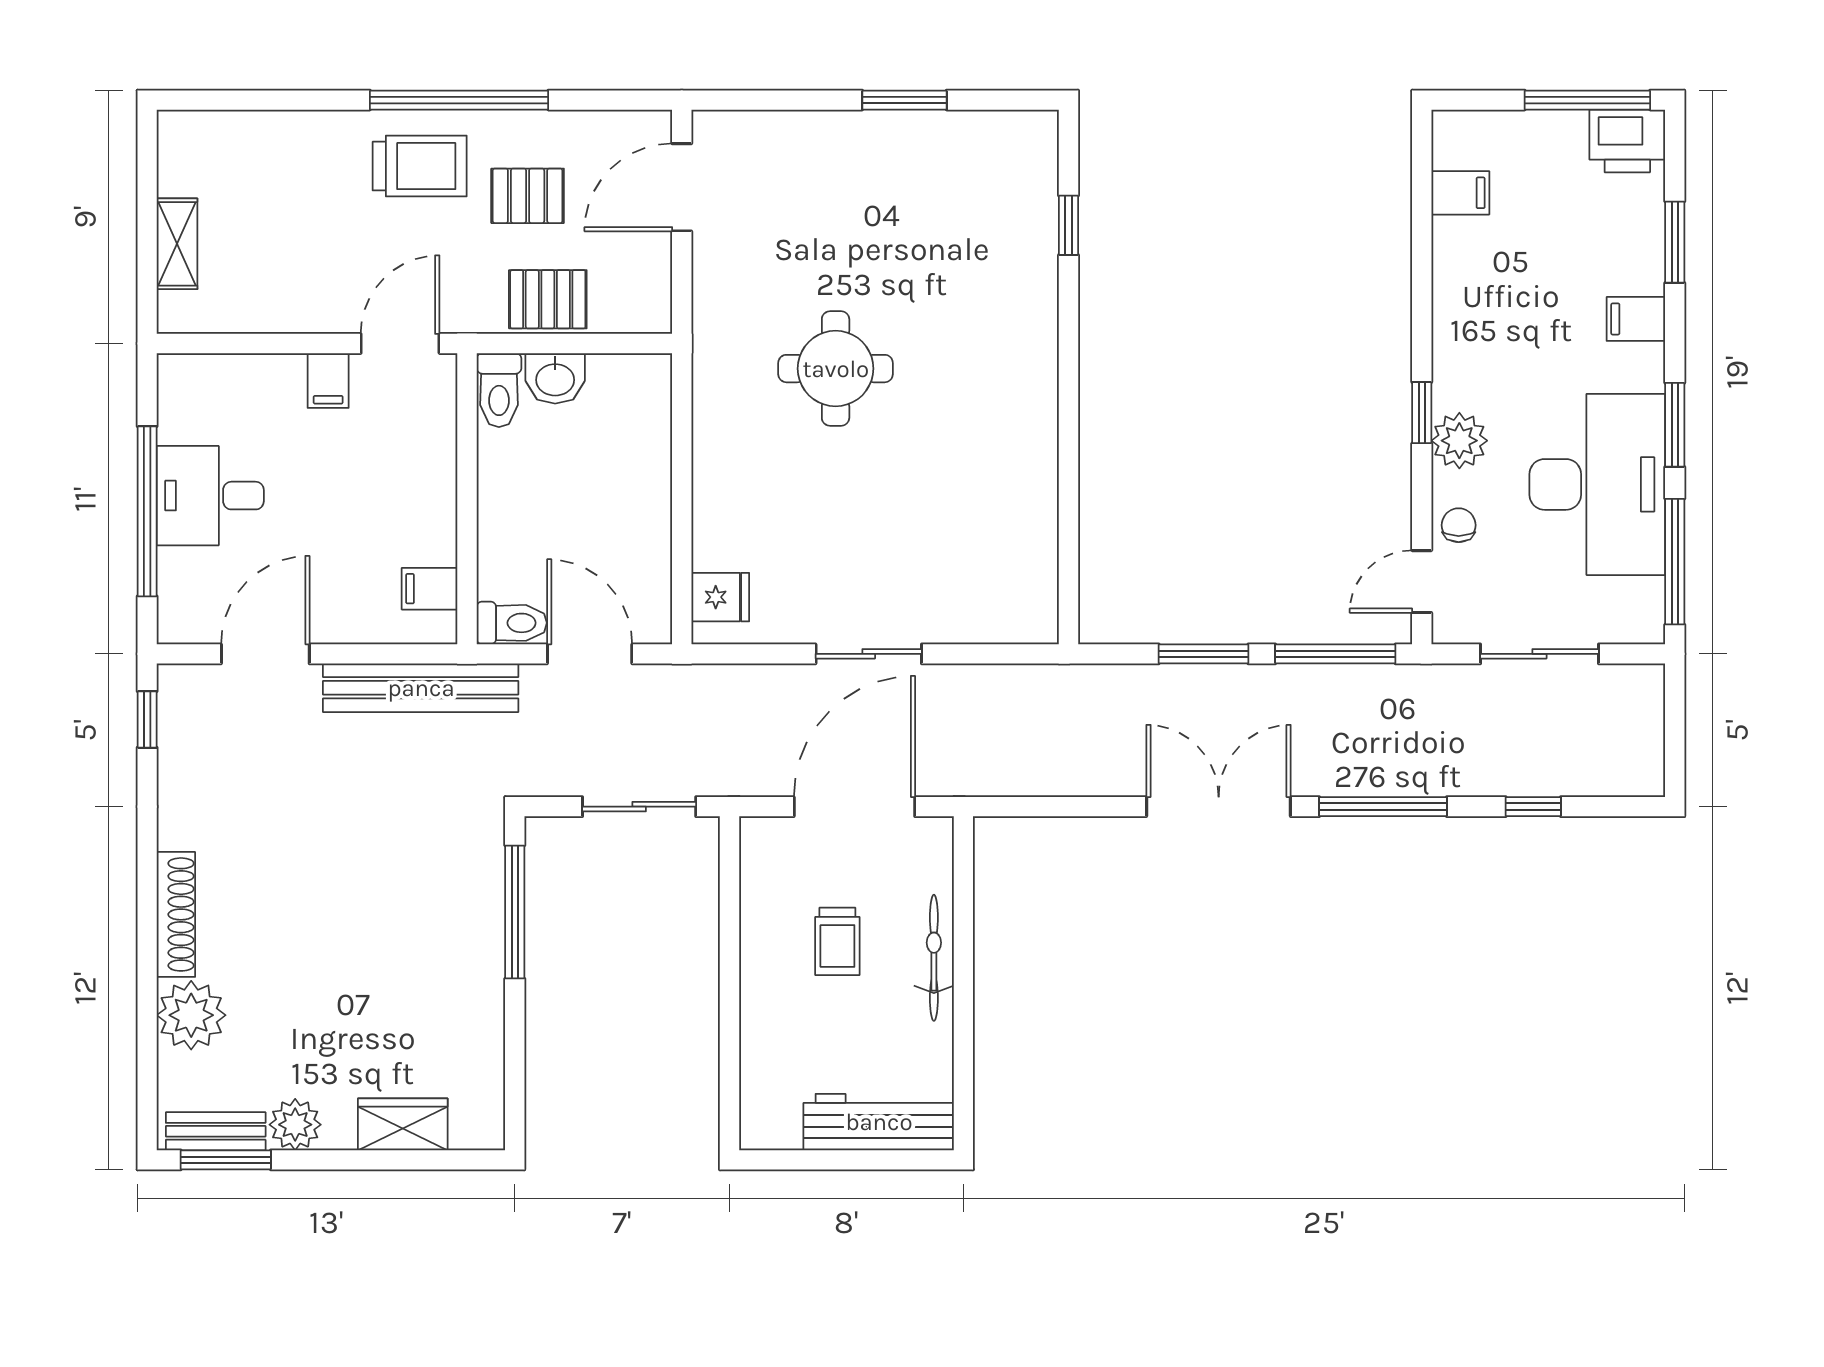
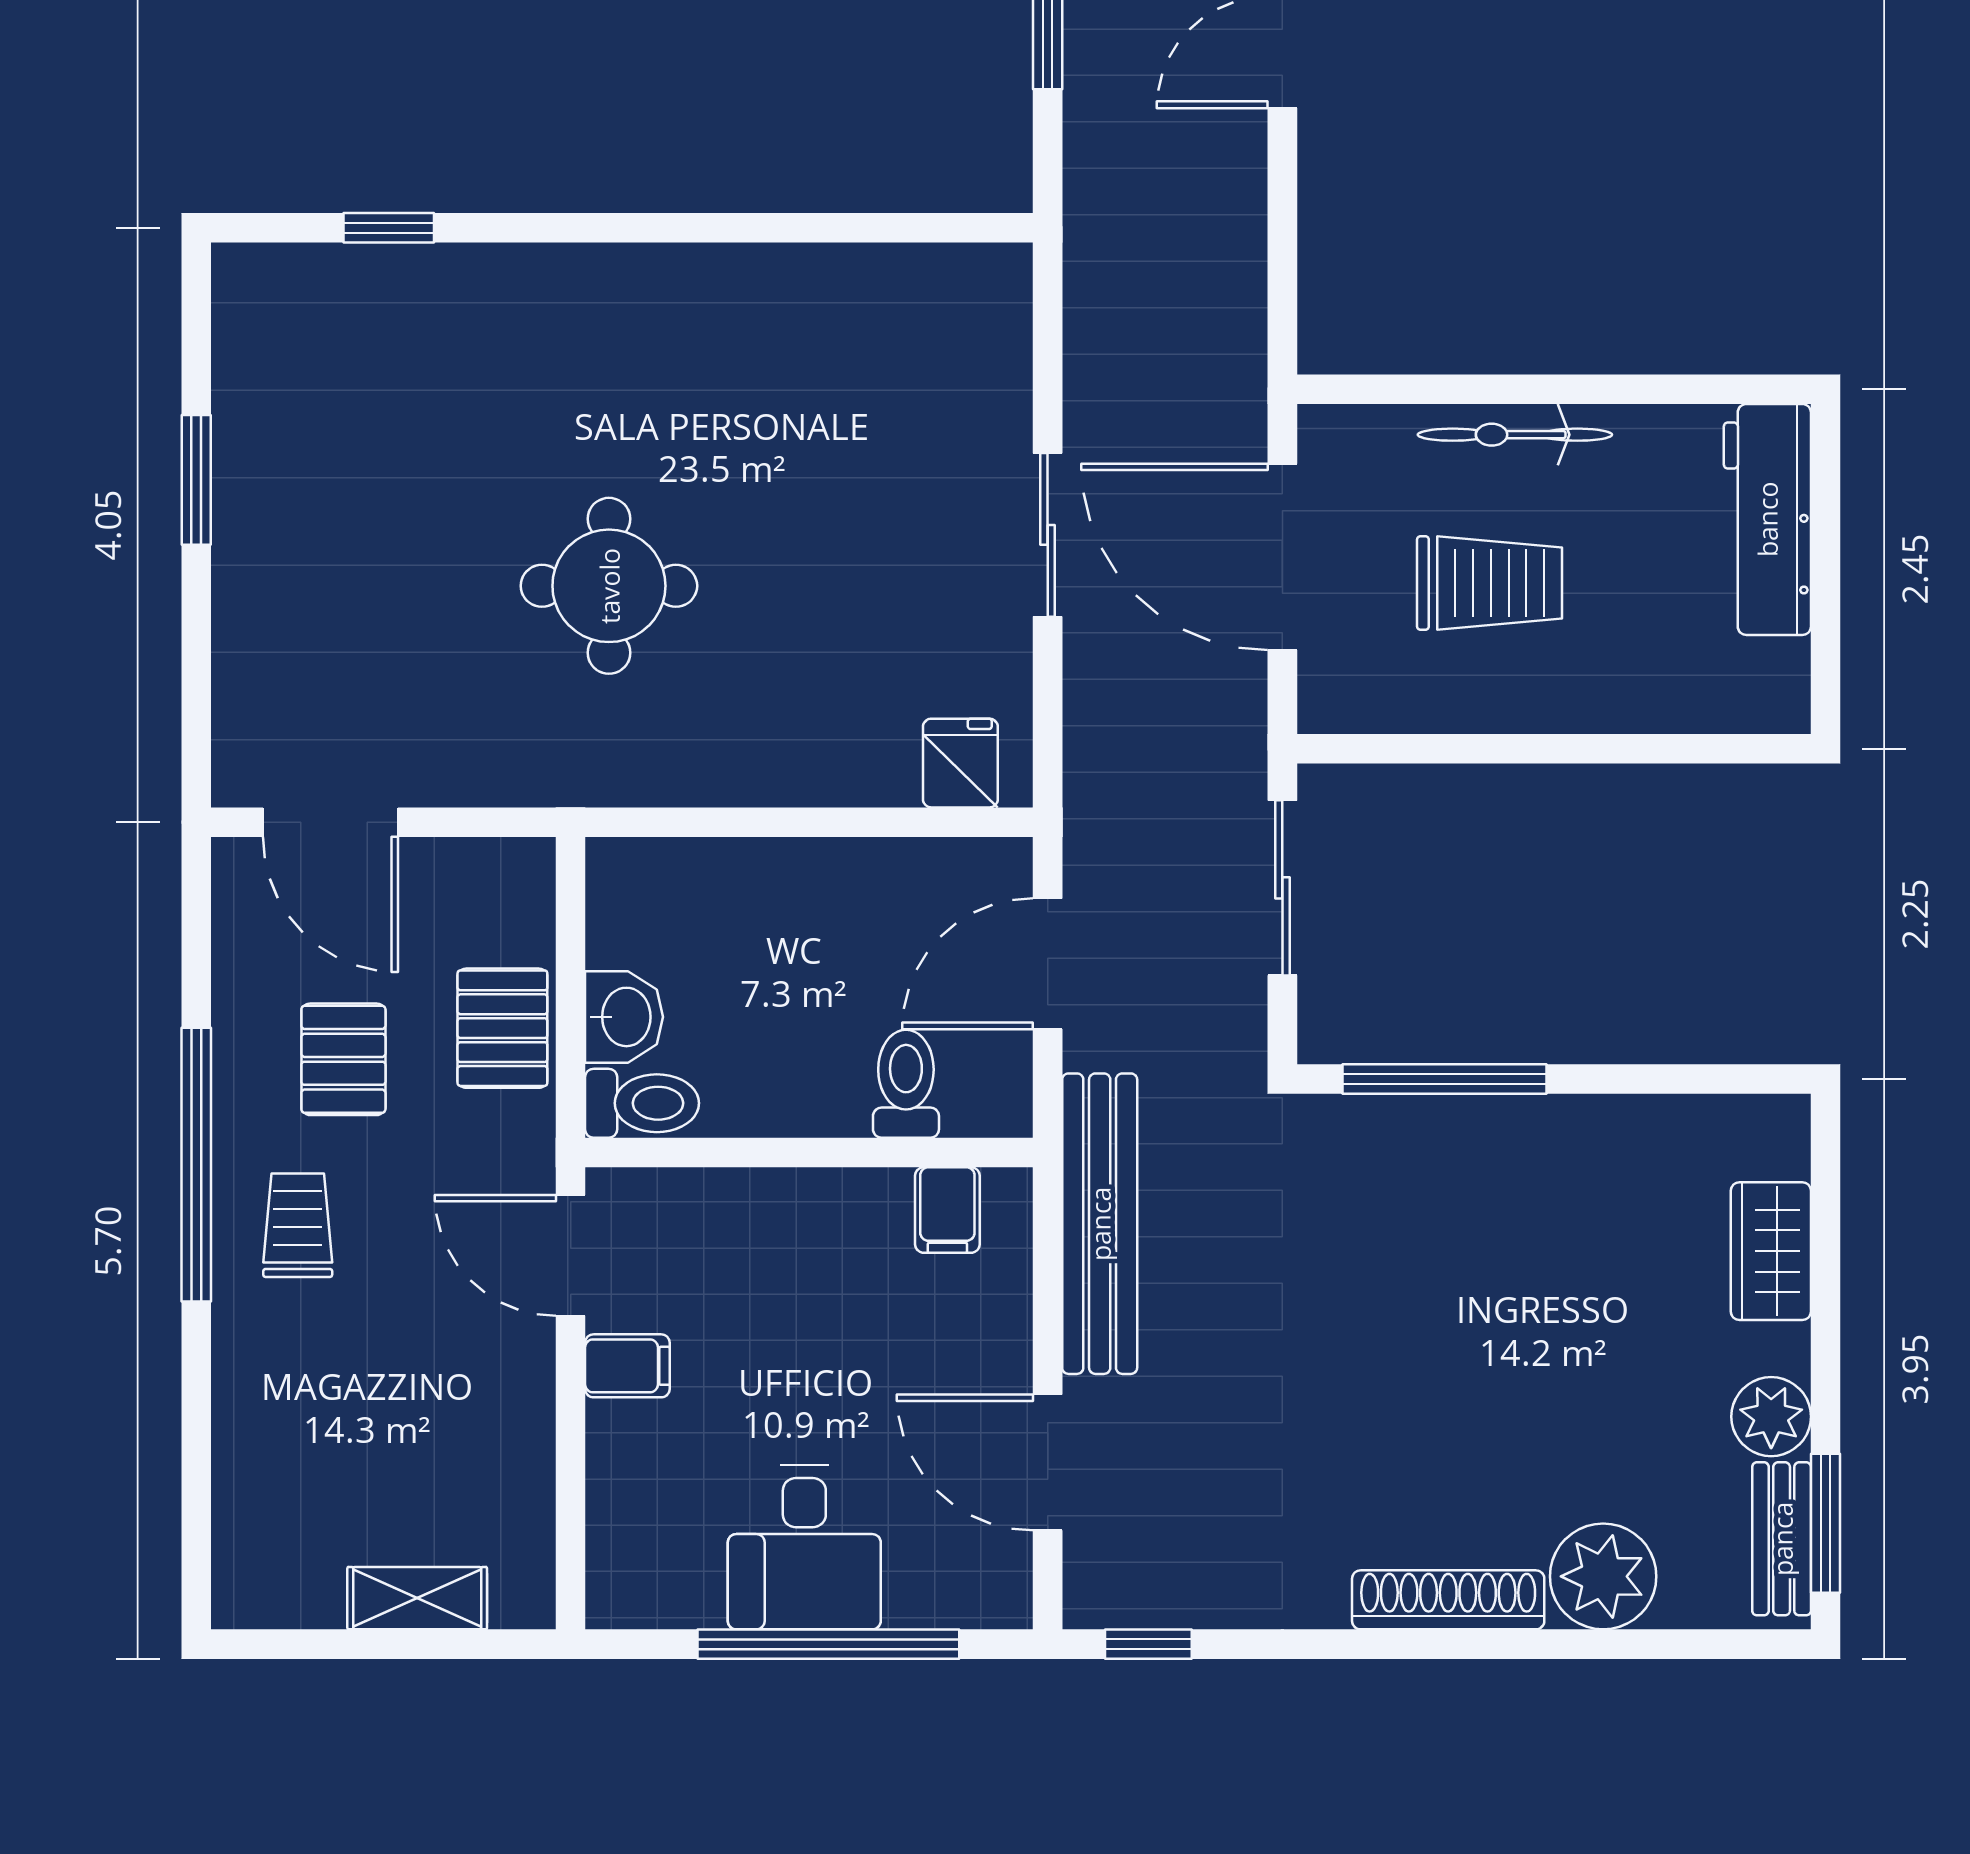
trolley: (420, 166) -> (298, 1225), width x0.73, depth x0.72
toilet: (512, 623) -> (906, 1084), moved
trolley: (837, 941) -> (1490, 583), width x1.36, depth x1.39

